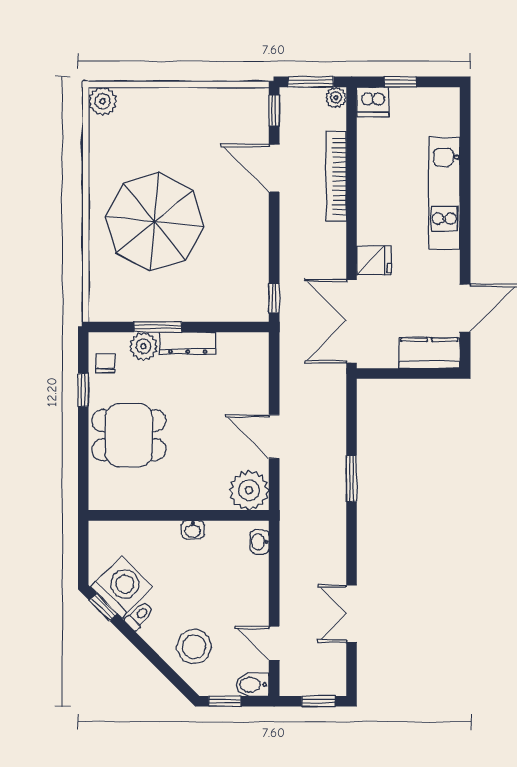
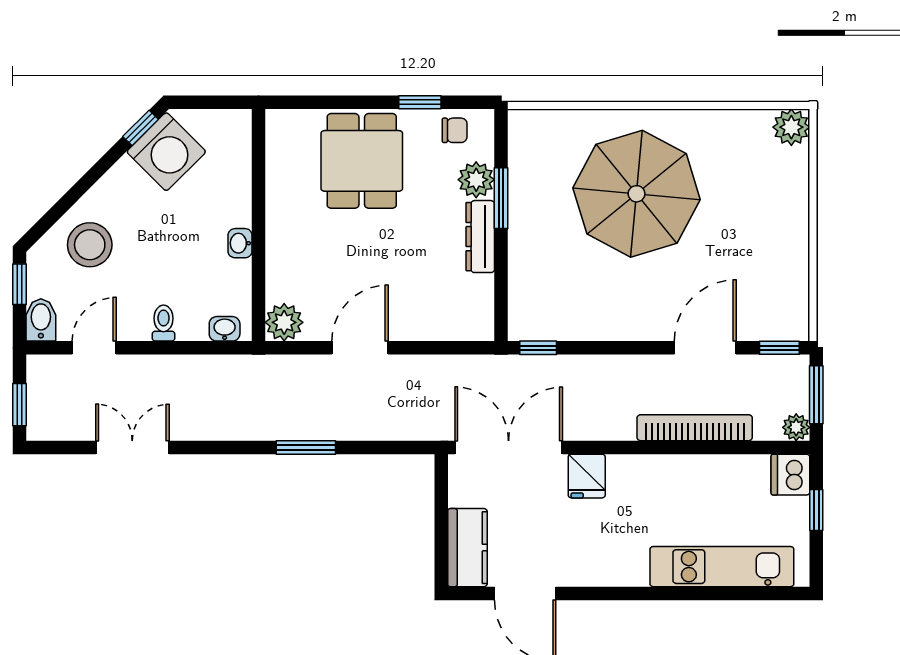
kitchen unit: (444, 193) -> (722, 567), moved
plant: (249, 490) -> (284, 322), width x0.73, depth x0.73
toilet: (139, 616) -> (164, 323), moved, turned -135

